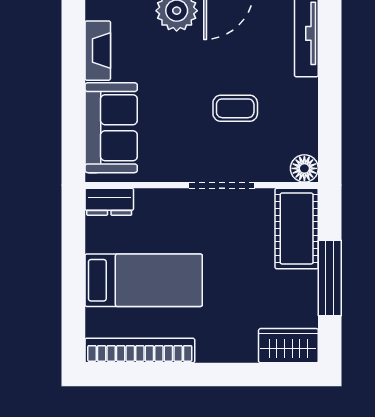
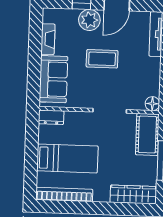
coffee table: (235, 108) -> (102, 59), moved, width x1.36, depth x1.30
wardrobe: (288, 346) -> (133, 194), width x1.50

